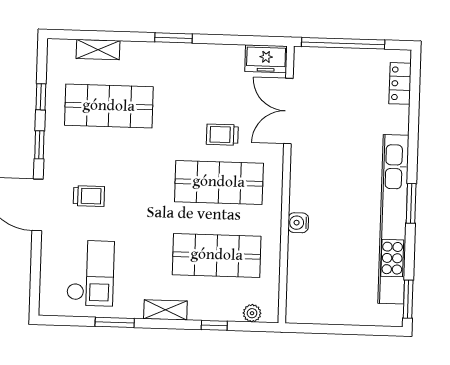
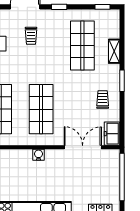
shelving: (98, 50) -> (114, 51), moved
window: (41, 97) -> (102, 7), moved
trolley: (222, 135) -> (103, 99), moved
water cooler: (298, 223) -> (38, 155), moved

